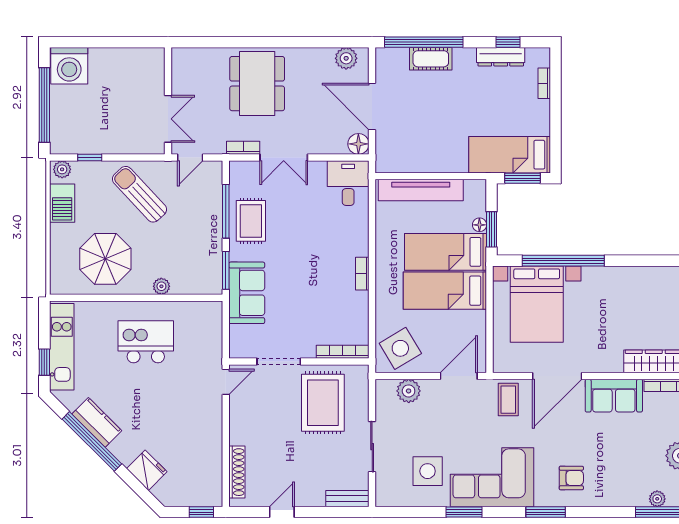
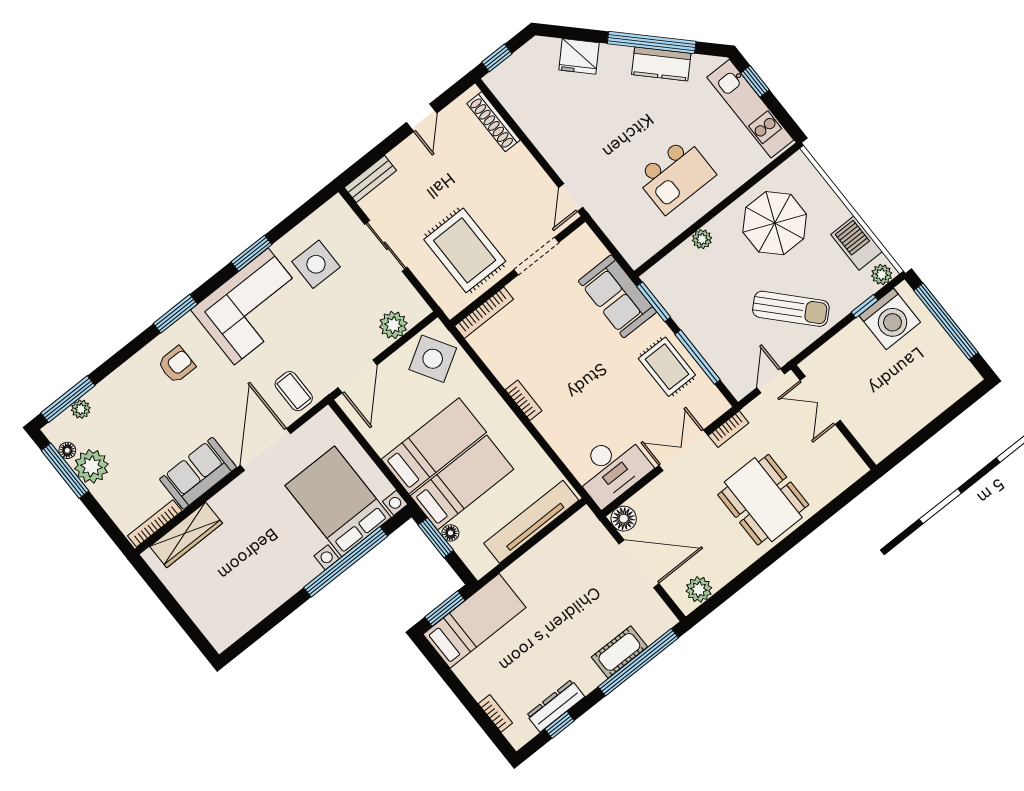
washing machine: (69, 66) -> (890, 319), moved, turned 180
desk: (348, 183) -> (611, 469), width x1.37
armchair: (571, 478) -> (177, 365), turned 180

